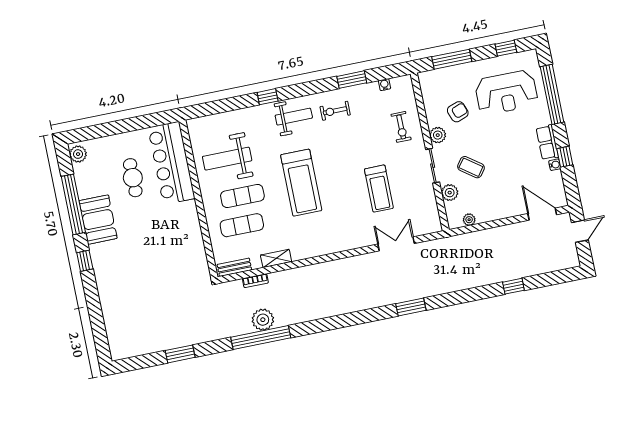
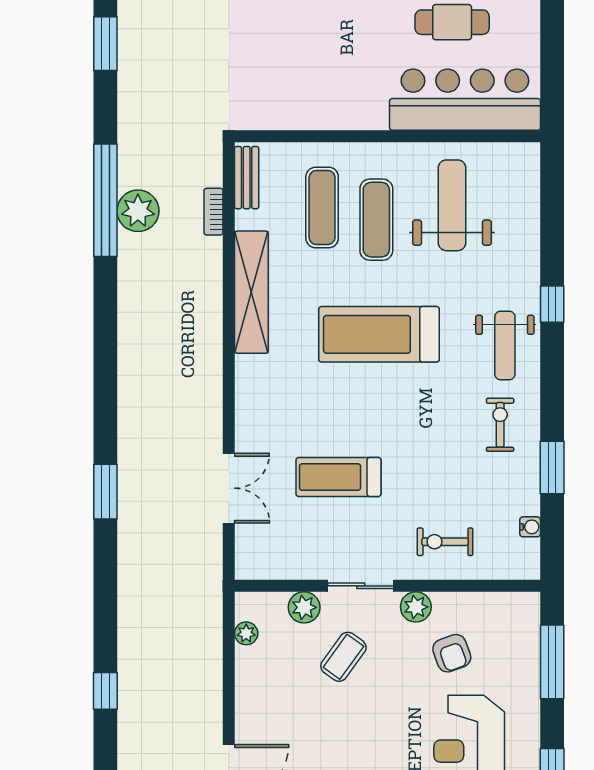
shelving: (276, 258) -> (251, 292), width x2.20, depth x1.33

